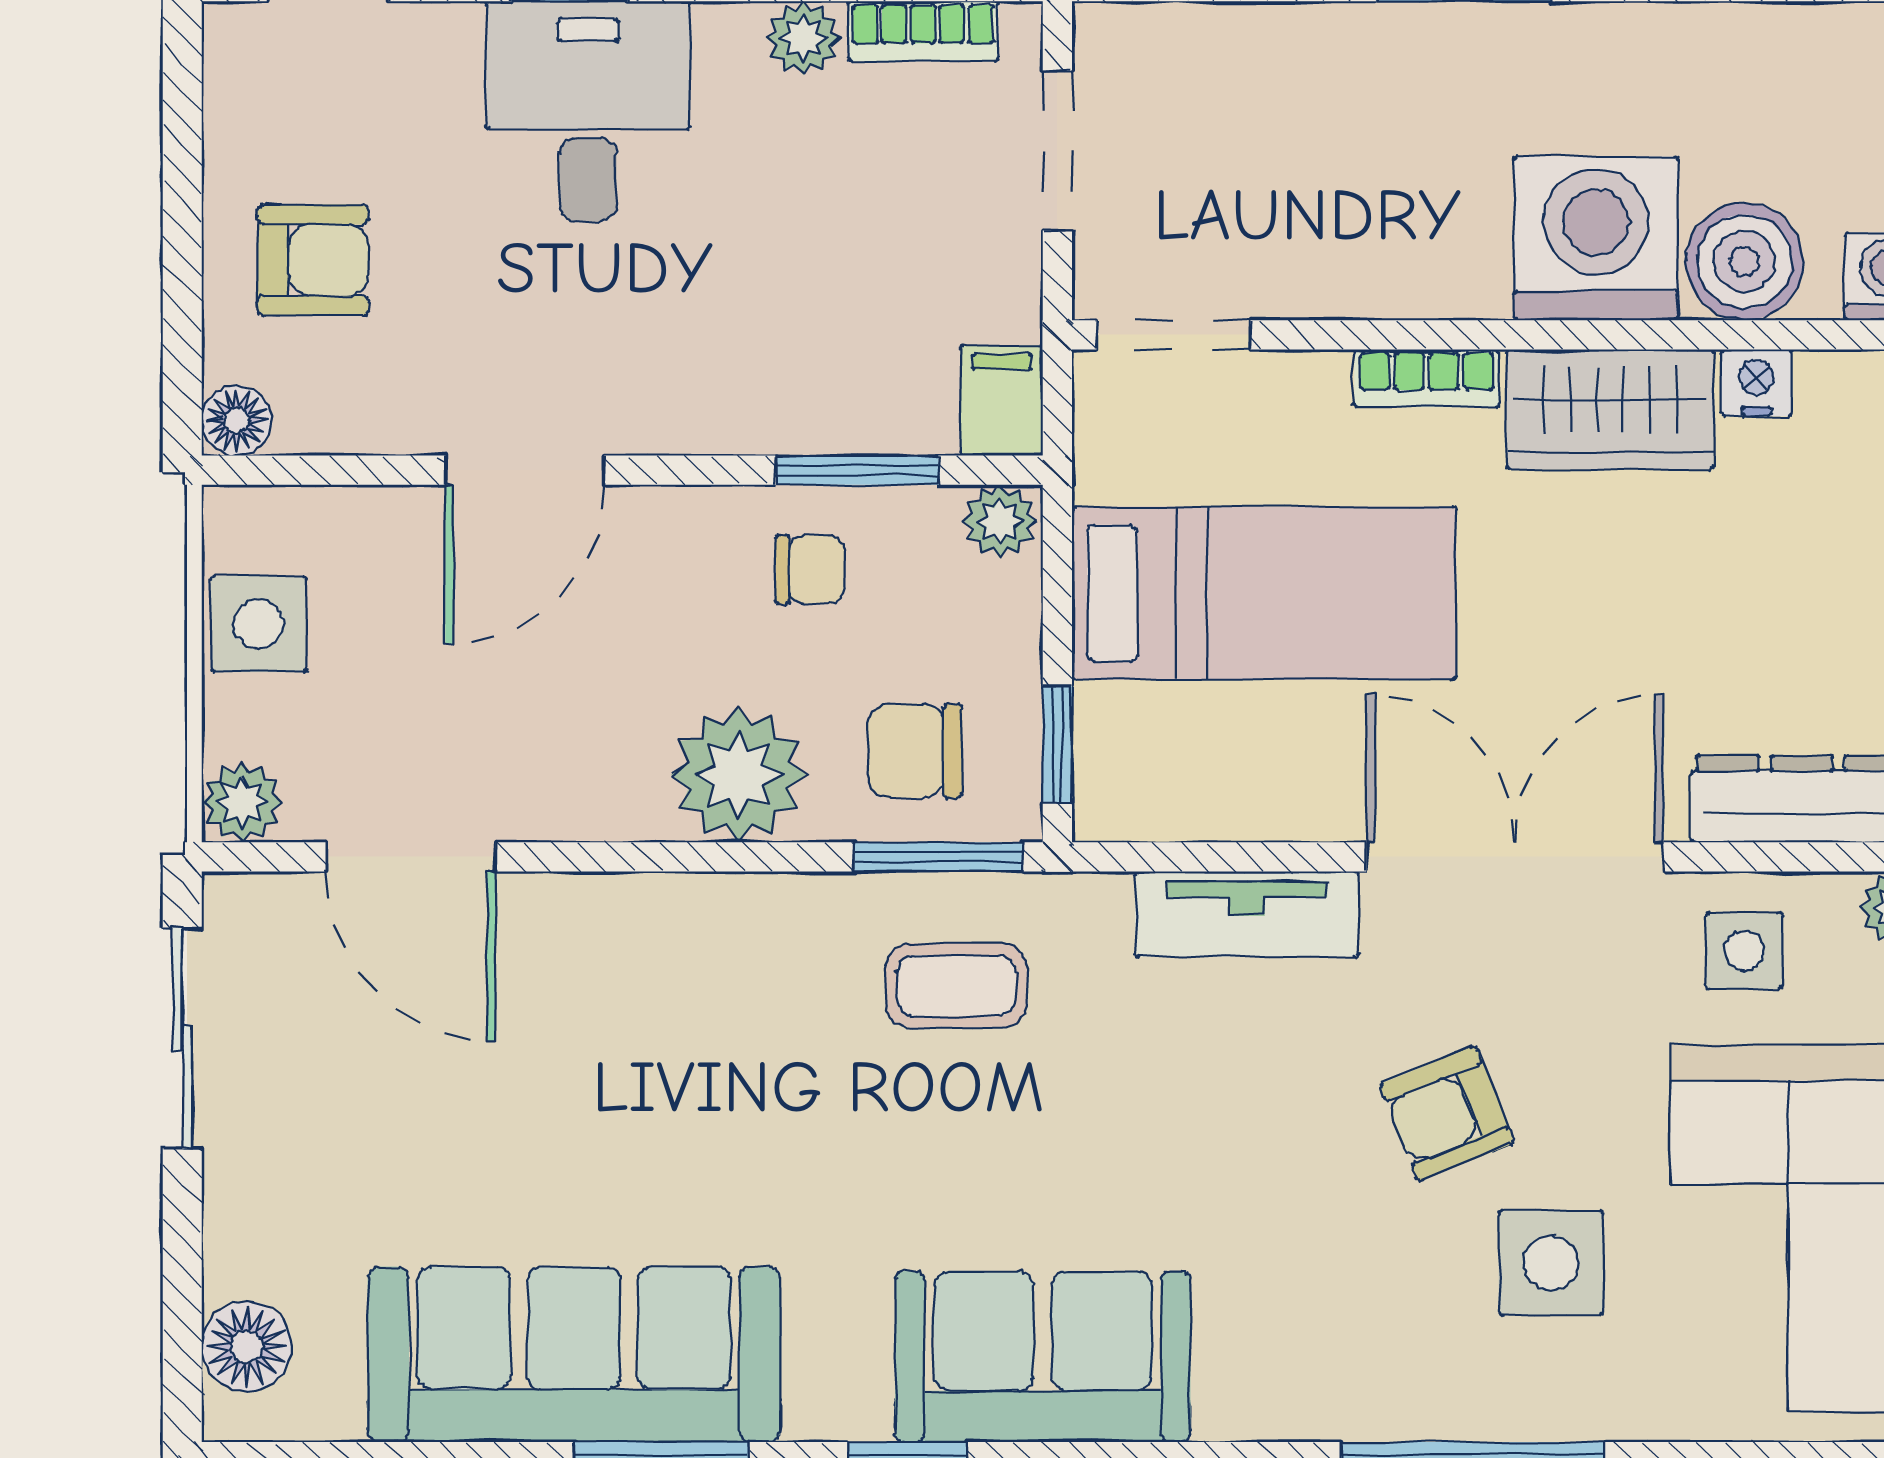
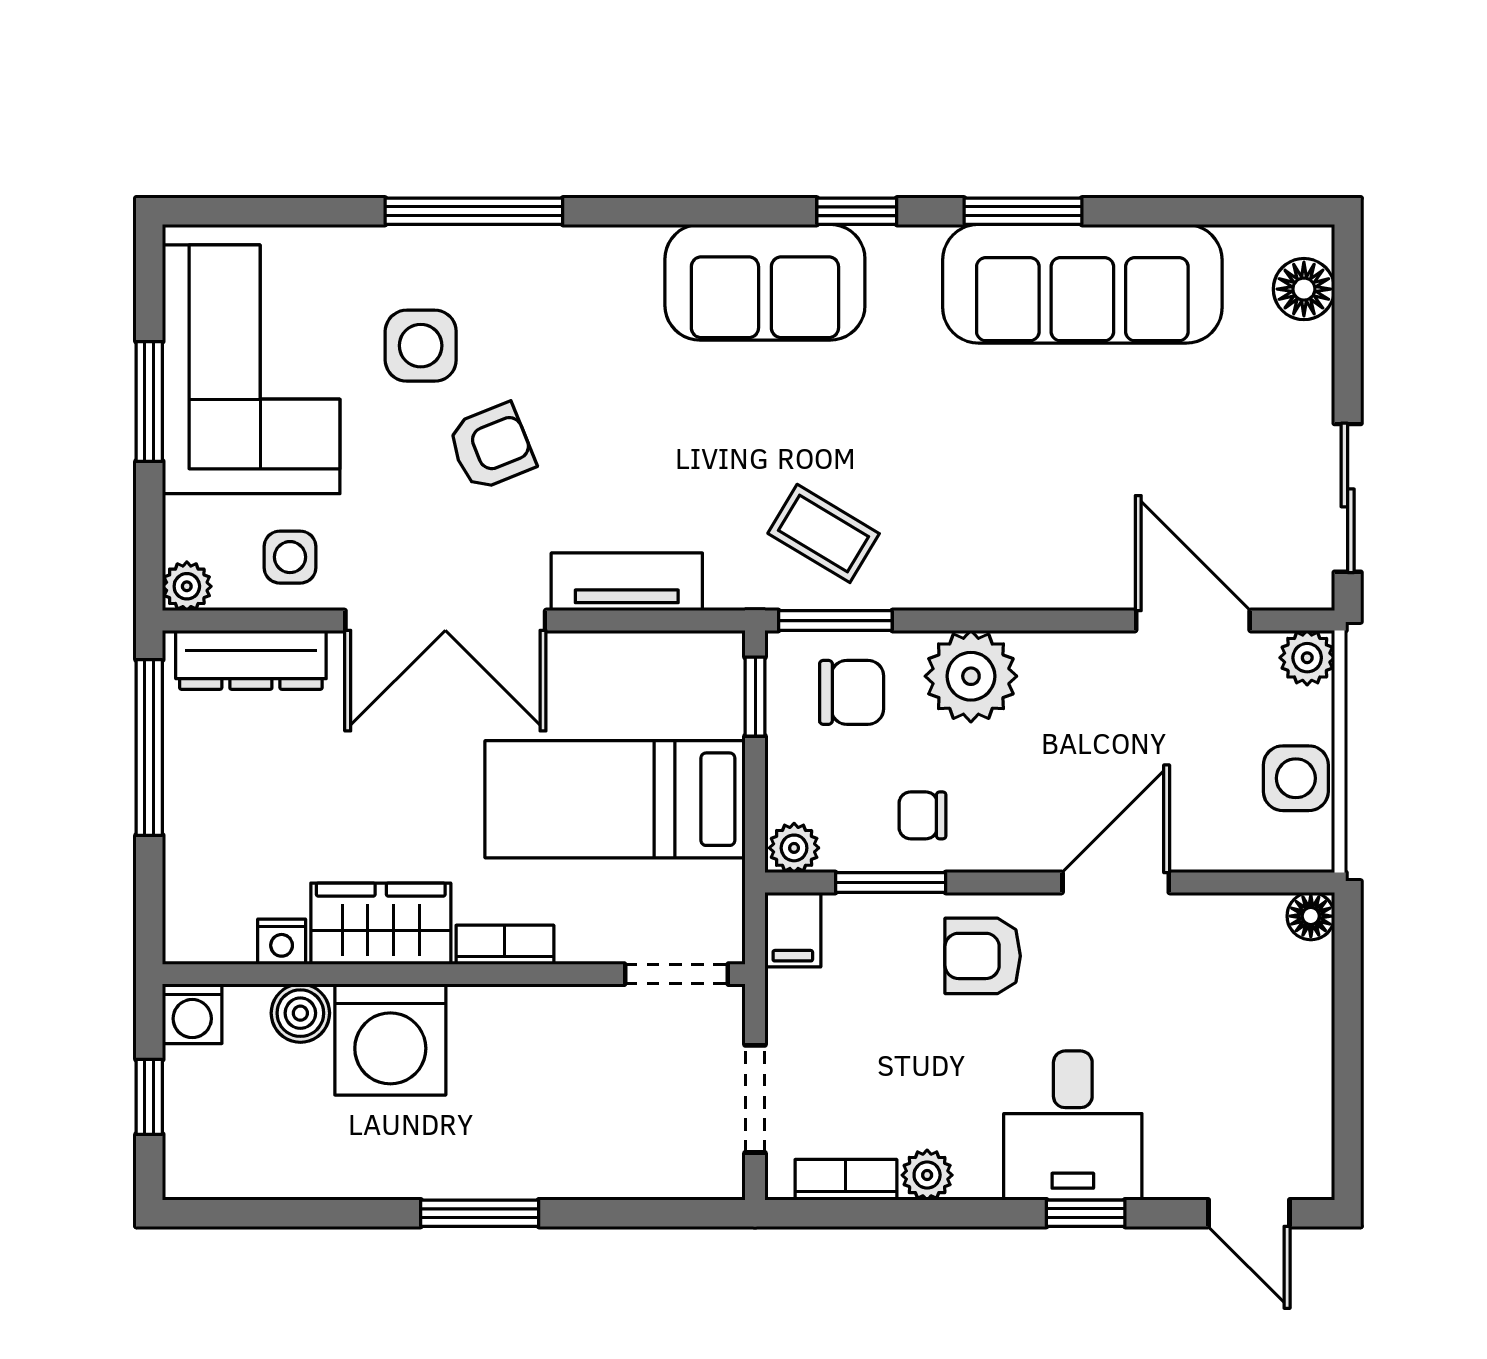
armchair: (313, 260) -> (983, 956), moved
boiler: (1744, 262) -> (300, 1013), width x0.73, depth x0.73
coffee table: (956, 986) -> (824, 533), turned 31

